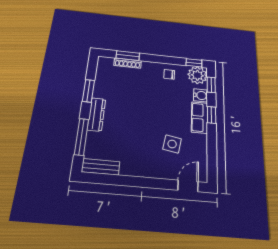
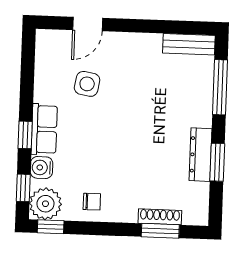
dresser: (96, 114) -> (200, 155), moved
door: (188, 186) -> (88, 24), moved

